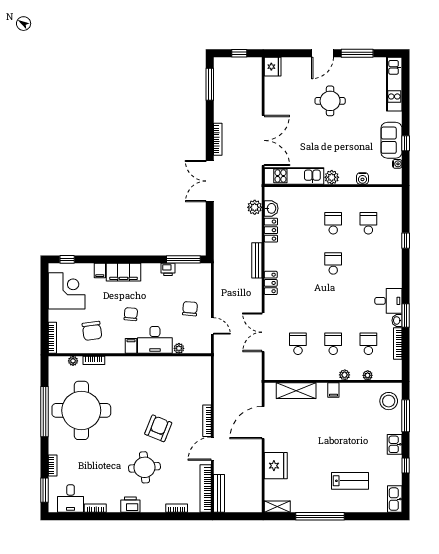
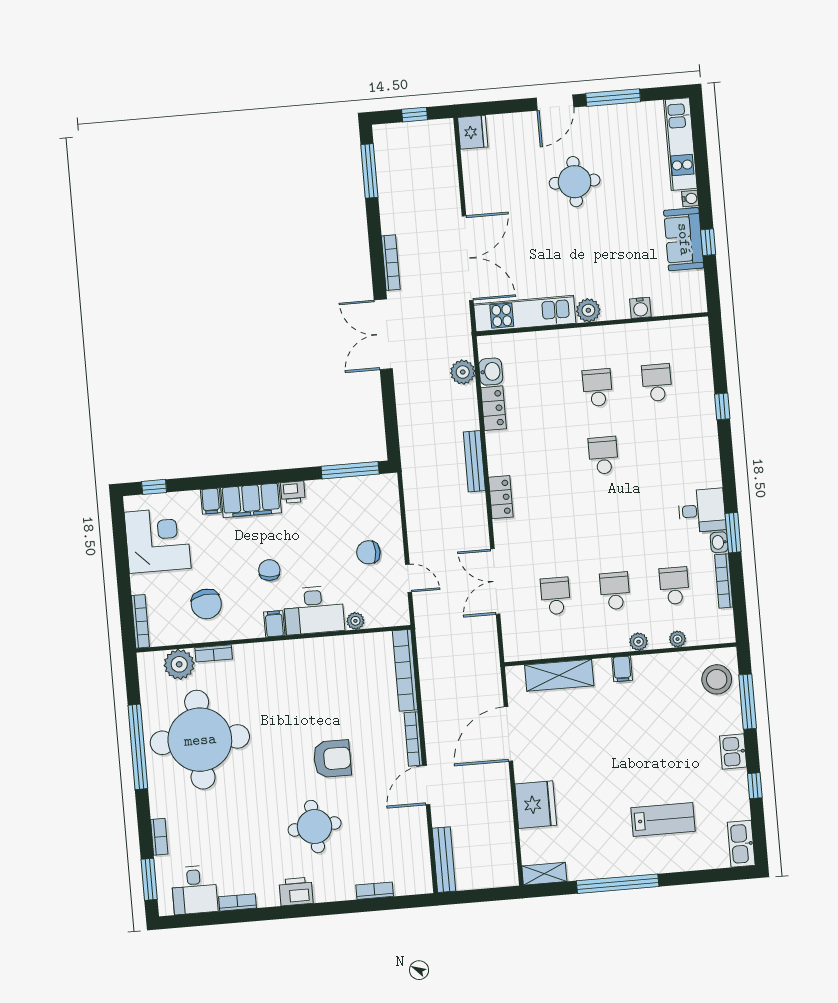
water cooler: (397, 164) -> (690, 199), moved
printer: (168, 269) -> (293, 492), moved
chair: (190, 309) -> (368, 552), turned -95
plant: (73, 361) -> (179, 664), width x1.88, depth x1.88
armchair: (158, 428) -> (332, 759), turned 68
bookcase: (206, 489) -> (405, 670), moved

